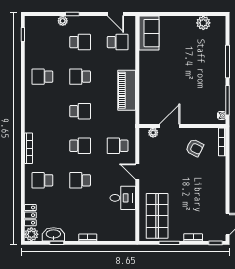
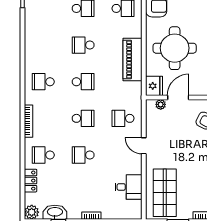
school desk: (42, 77) -> (43, 82), moved
round table: (166, 80) -> (175, 48), added
fridge: (147, 115) -> (154, 86), added
desk: (123, 198) -> (128, 187), moved
locker: (30, 215) -> (31, 181), moved

